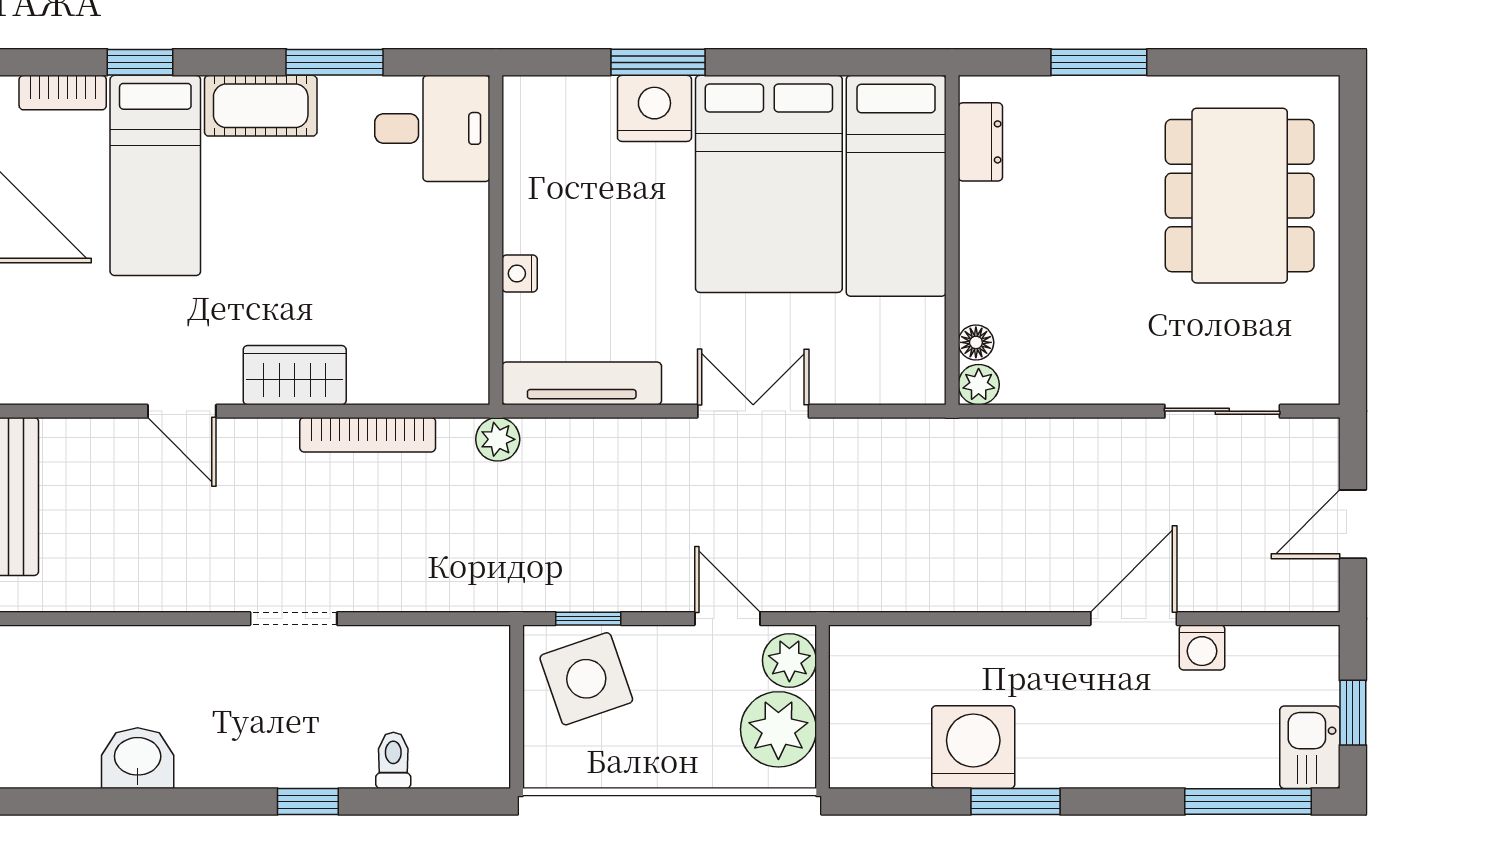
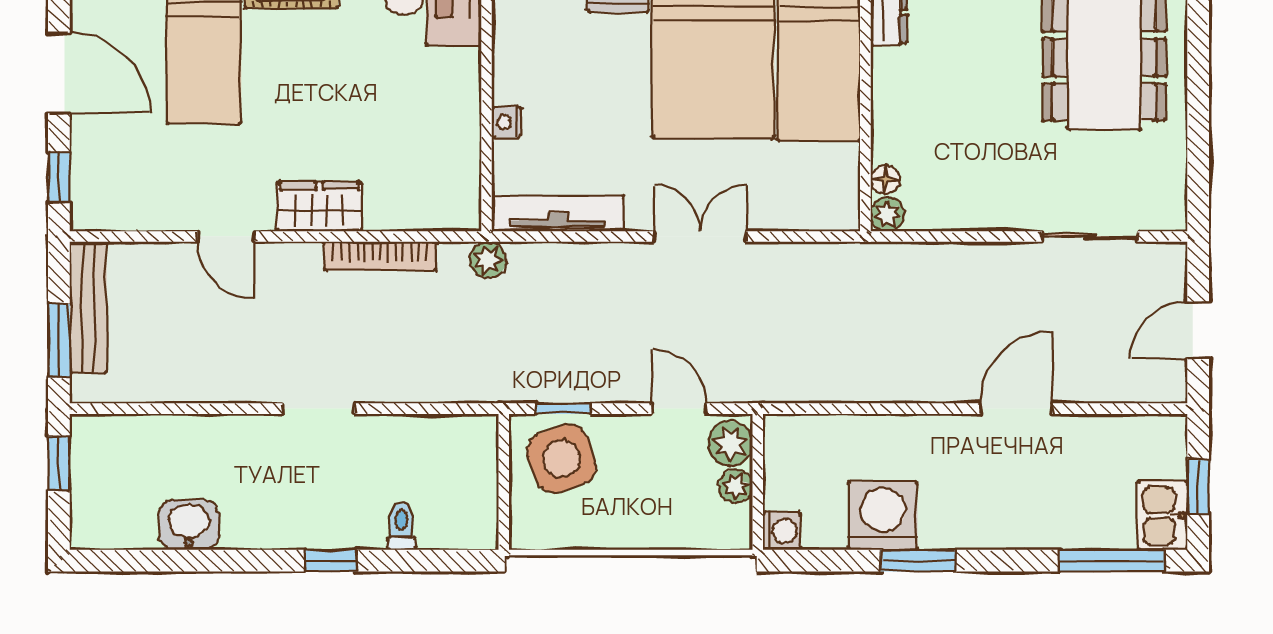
washing machine: (1202, 647) -> (782, 531), moved, turned -90
plant: (778, 729) -> (736, 486), width x0.53, depth x0.53

